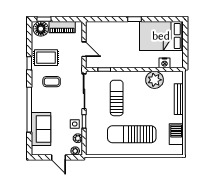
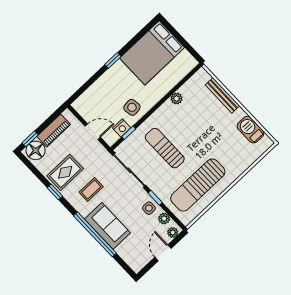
side table: (120, 57) -> (132, 107), added
nightstand: (165, 63) -> (122, 128), moved
plant: (155, 80) -> (176, 99), width x0.53, depth x0.53
sofa: (41, 129) -> (107, 226), moved
sun lounger: (132, 134) -> (198, 185), moved
door: (58, 157) -> (163, 253), swing flipped

